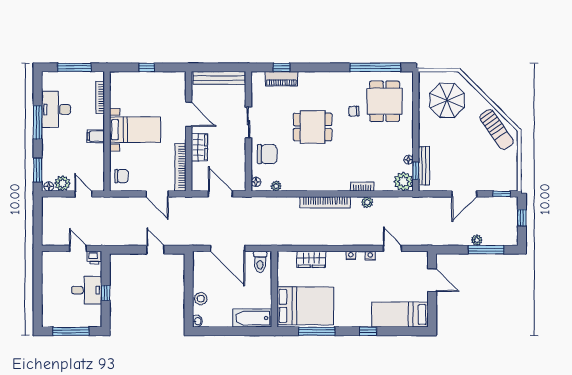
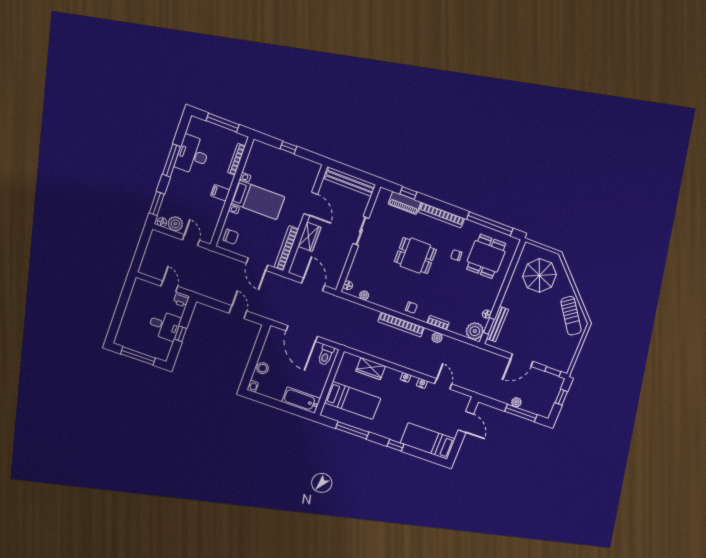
bookcase: (323, 77) -> (442, 215), added
chair: (267, 154) -> (411, 308), moved, width x0.54, depth x0.54
bed: (305, 306) -> (353, 400), width x0.67

